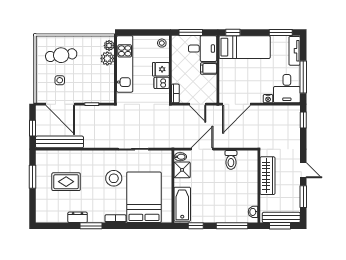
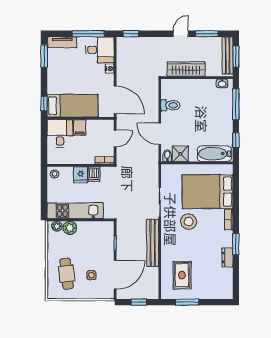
window: (191, 32) -> (44, 145), removed
bed: (245, 47) -> (72, 106), moved, turned 90
bench: (60, 142) -> (153, 243), moved
rug: (66, 182) -> (182, 275), moved

